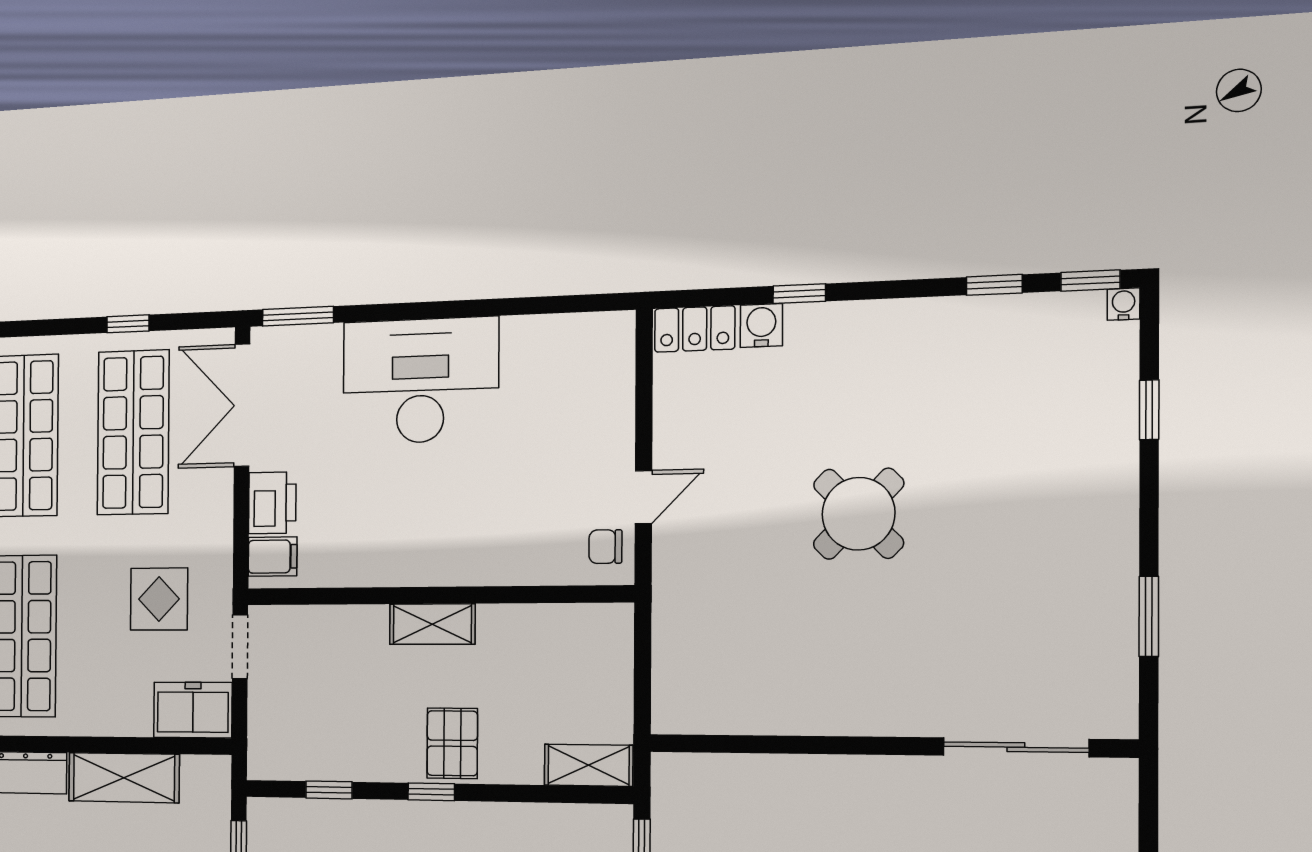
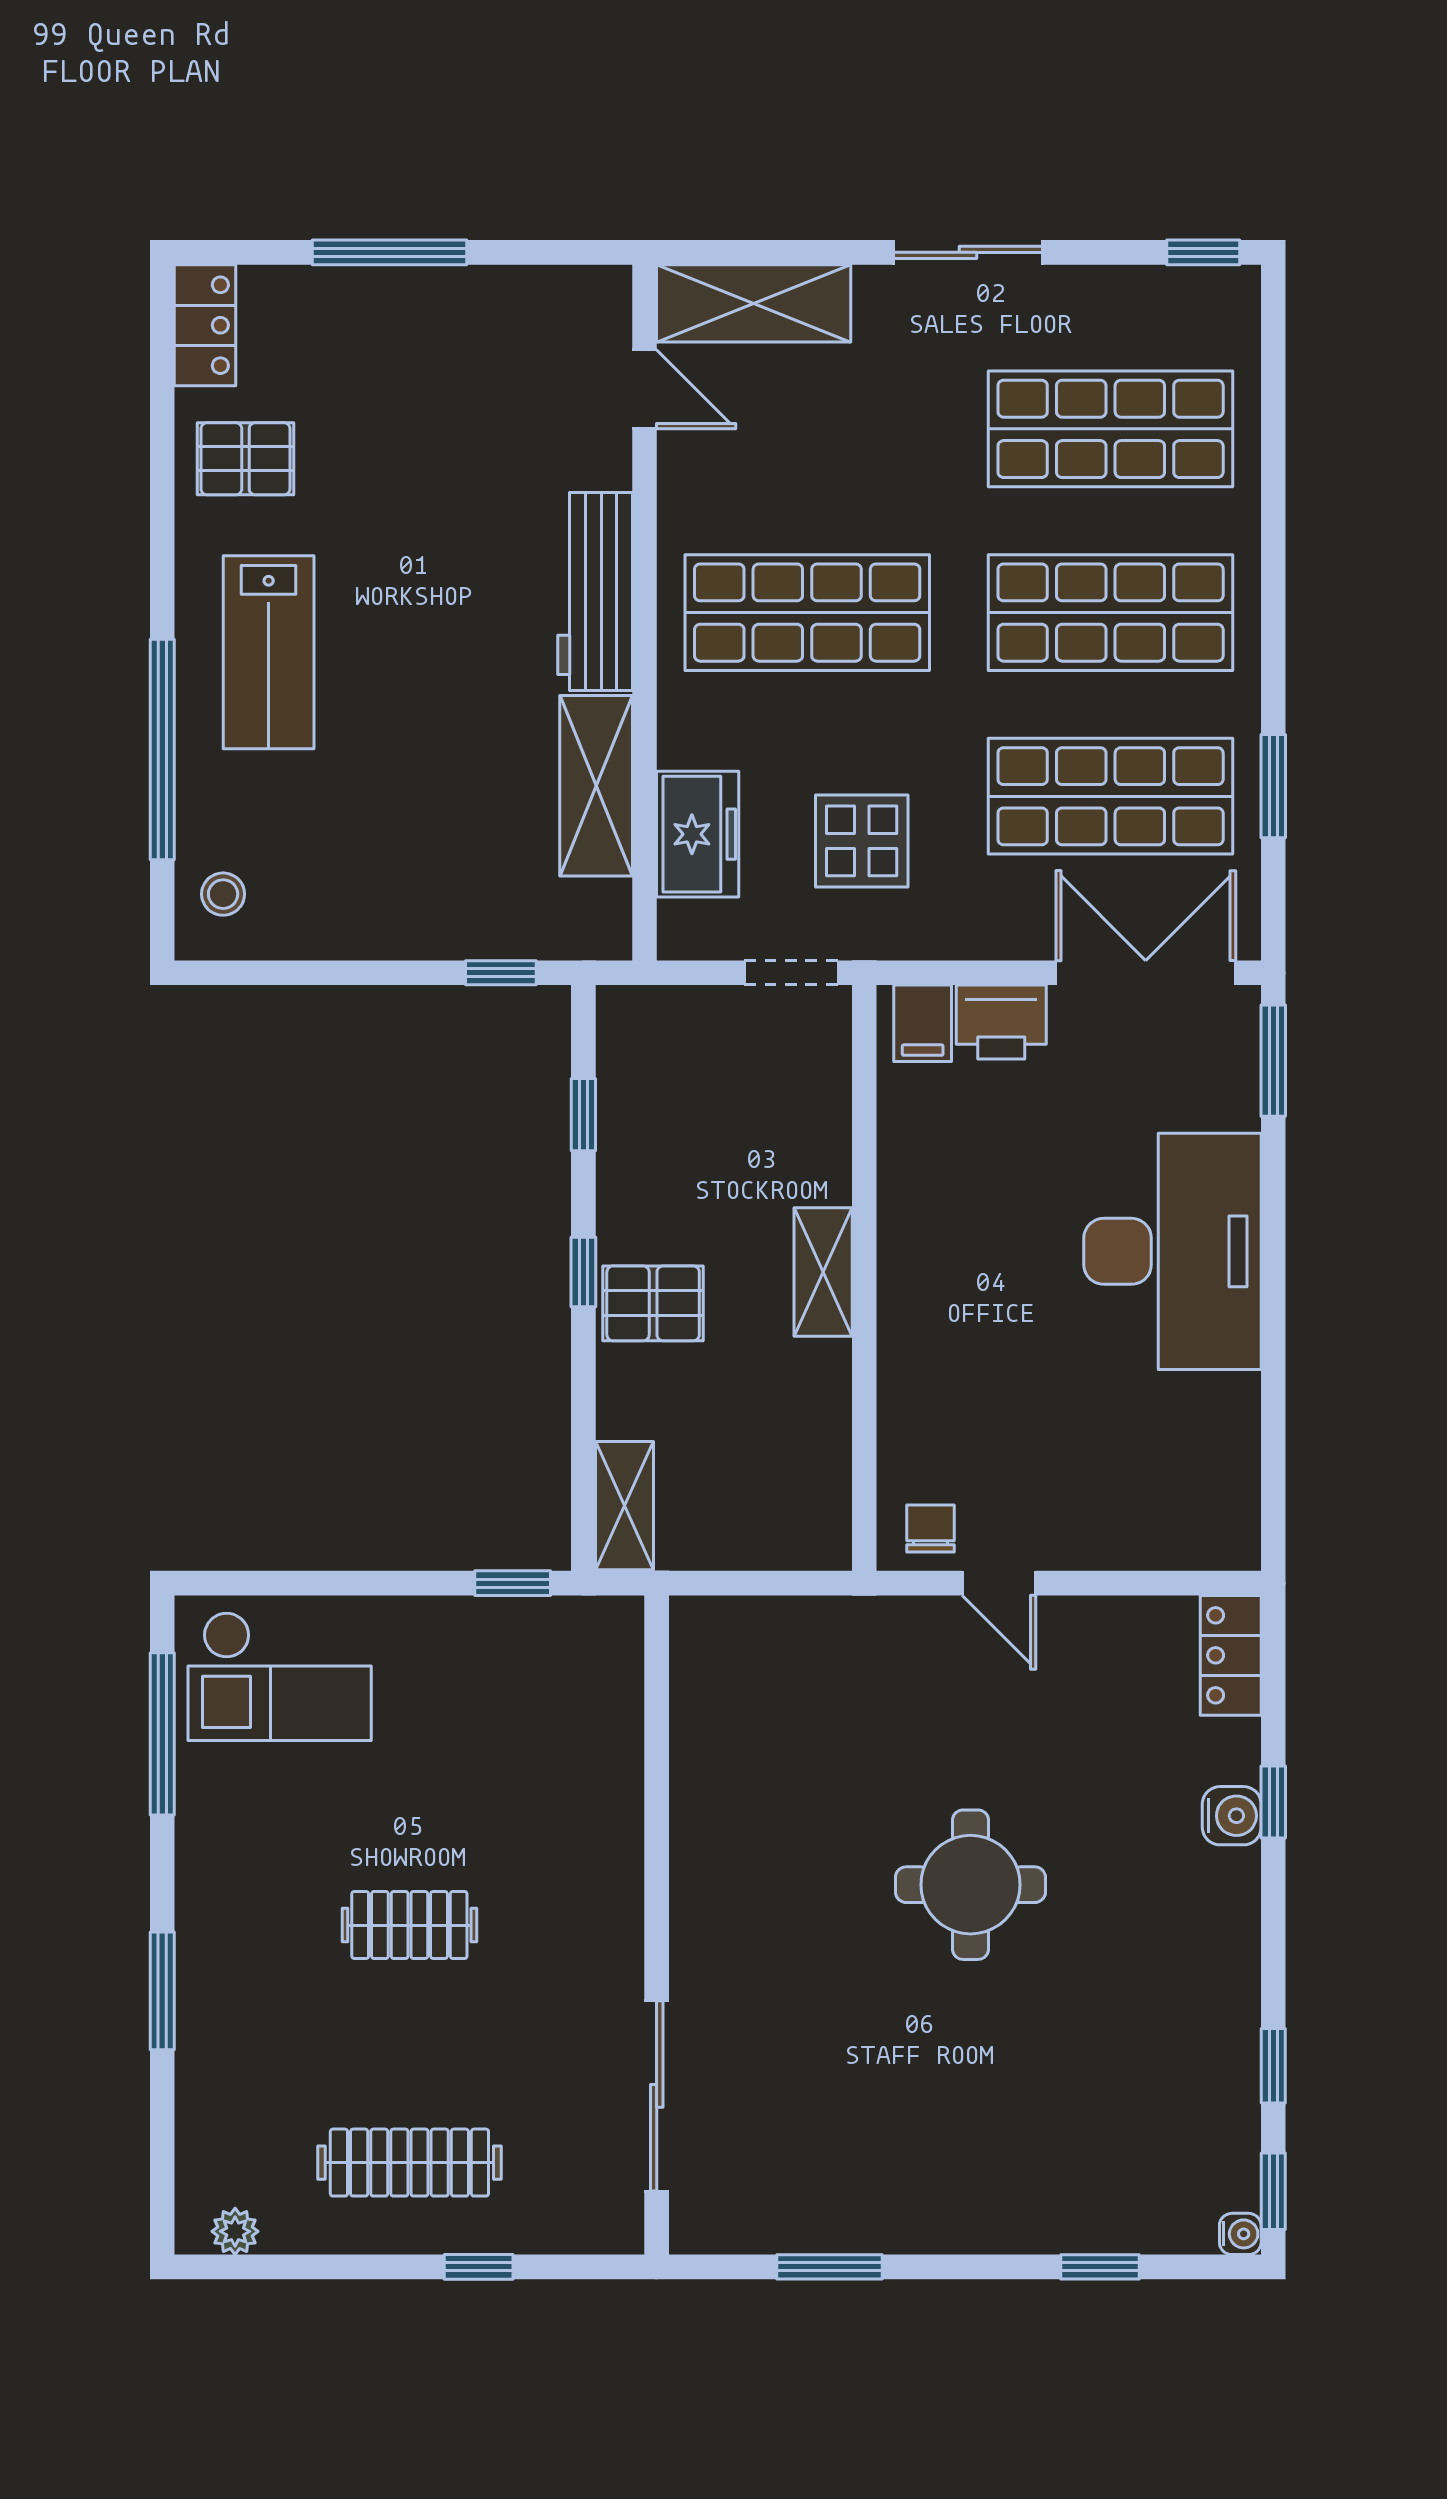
window: (128, 324) -> (1273, 786), width x1.50
water cooler: (761, 325) -> (1232, 1816), moved
round table: (859, 514) -> (970, 1885), turned 45
freezer: (193, 710) -> (698, 834), moved

